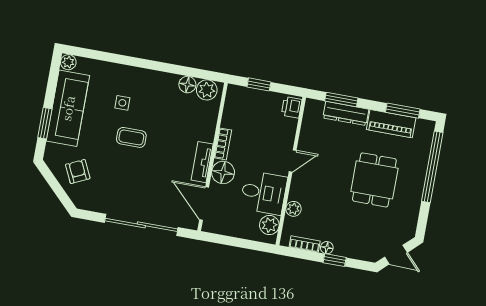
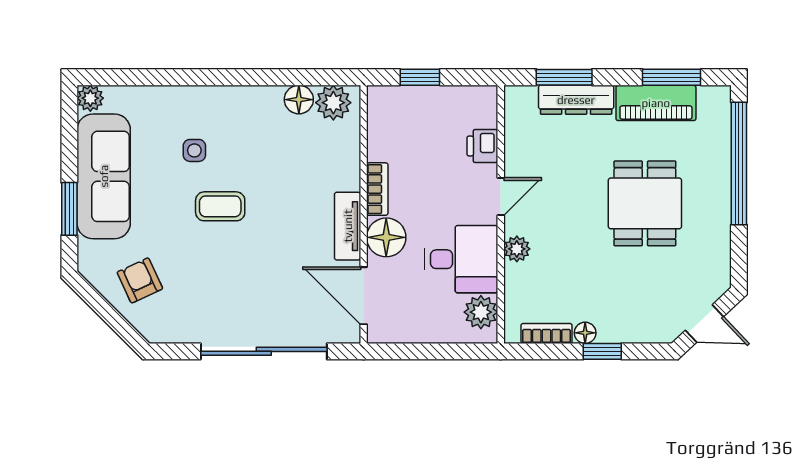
printer: (292, 107) -> (482, 146), moved
plant: (294, 209) -> (517, 249), moved

